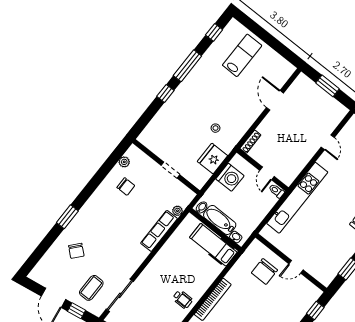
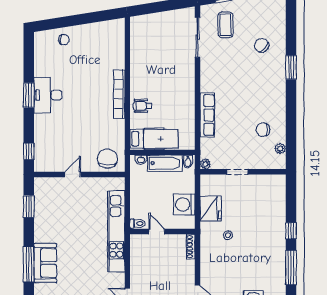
plant: (177, 211) -> (205, 164), moved
chair: (264, 271) -> (107, 159), moved
wheelchair: (182, 299) -> (143, 106), moved

